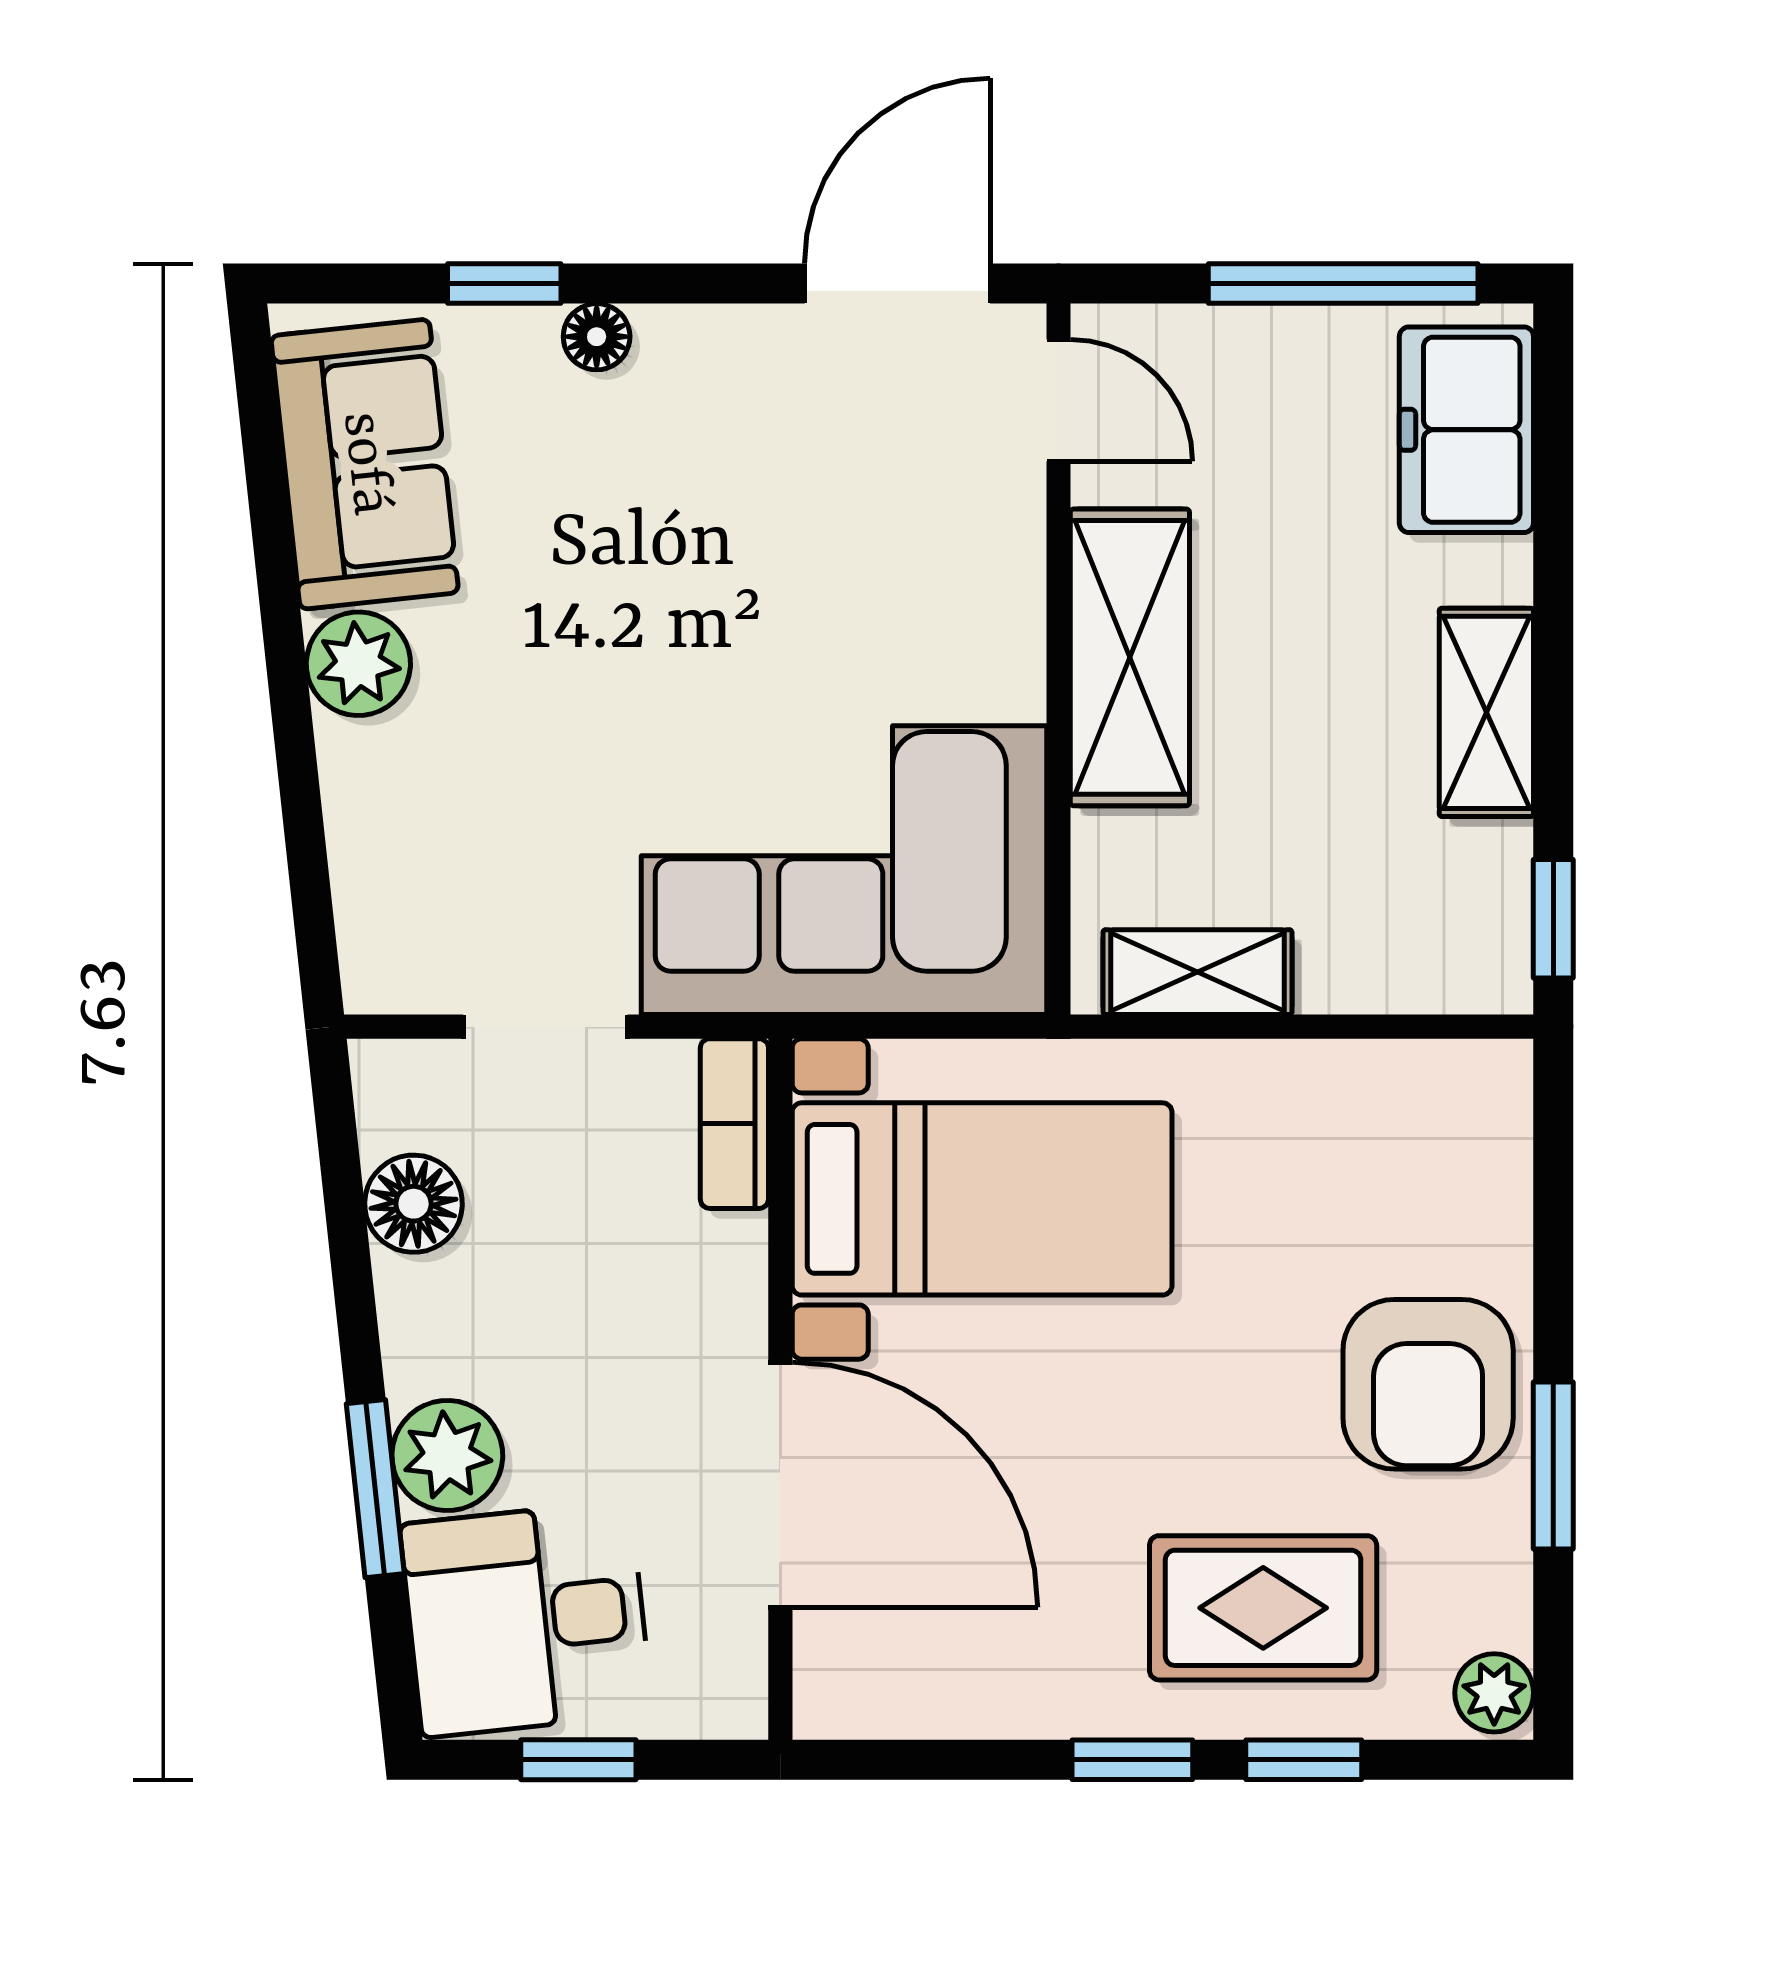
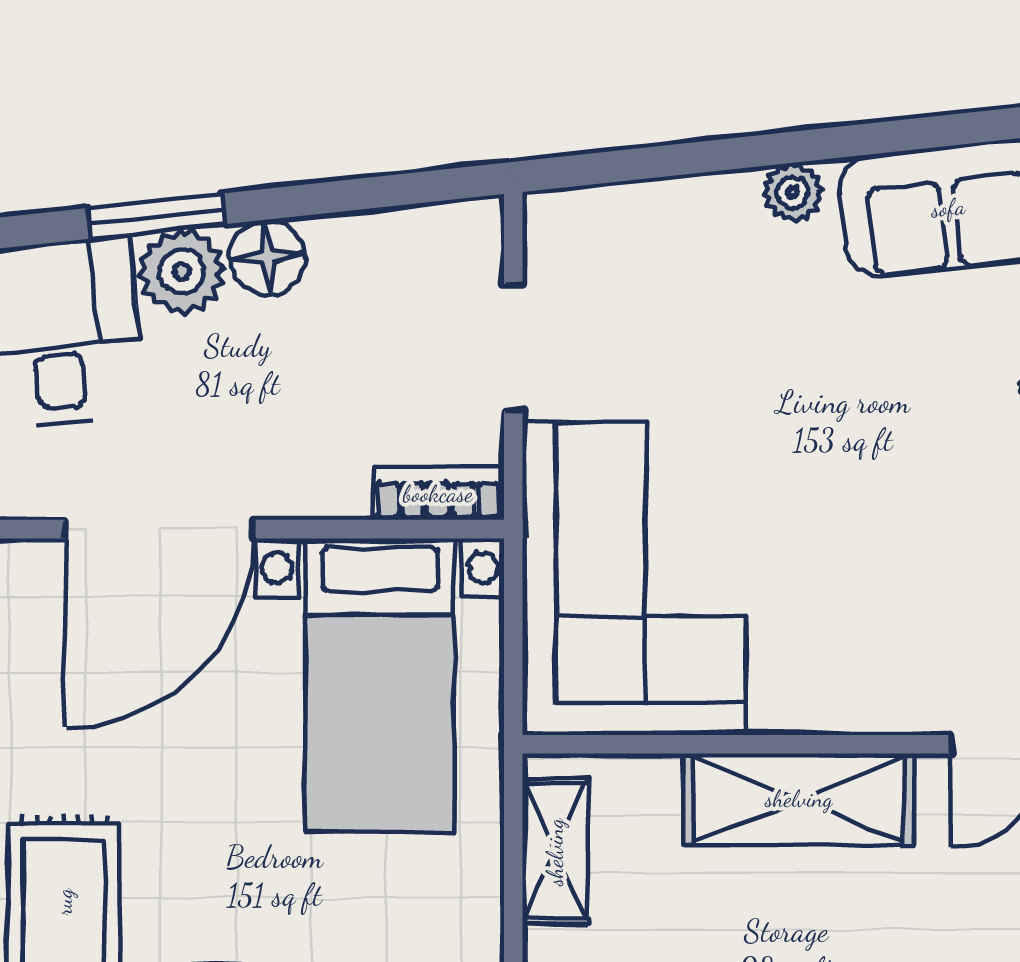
plant: (358, 664) -> (793, 192), width x0.73, depth x0.73
floor lamp: (414, 1204) -> (267, 257), moved

